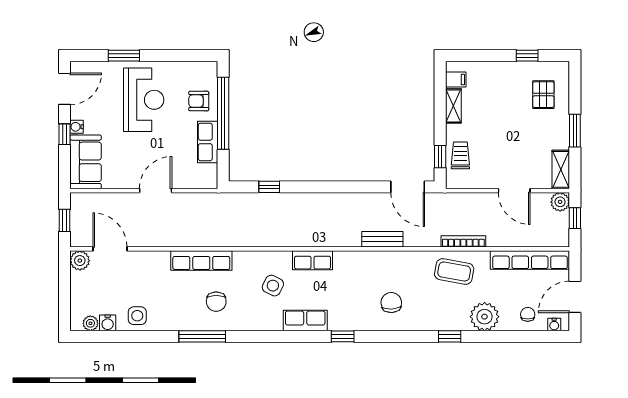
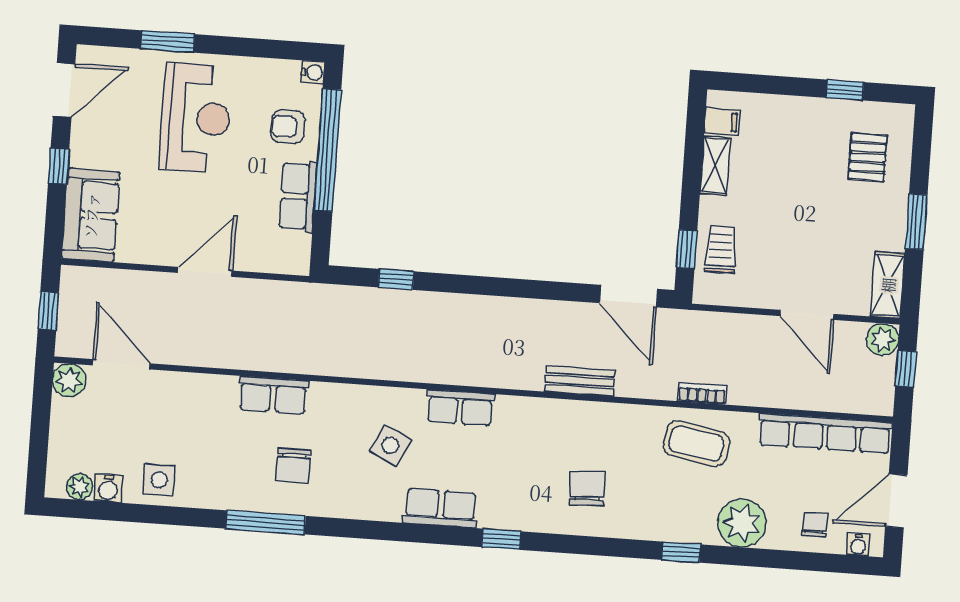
water cooler: (77, 127) -> (313, 72), moved, turned 180
bookcase: (463, 241) -> (702, 393), width x0.64
row of seats: (201, 261) -> (273, 395), width x0.68

